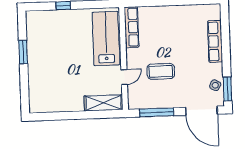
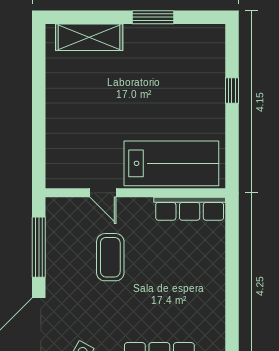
shelving: (104, 103) -> (89, 37), moved, turned 90

